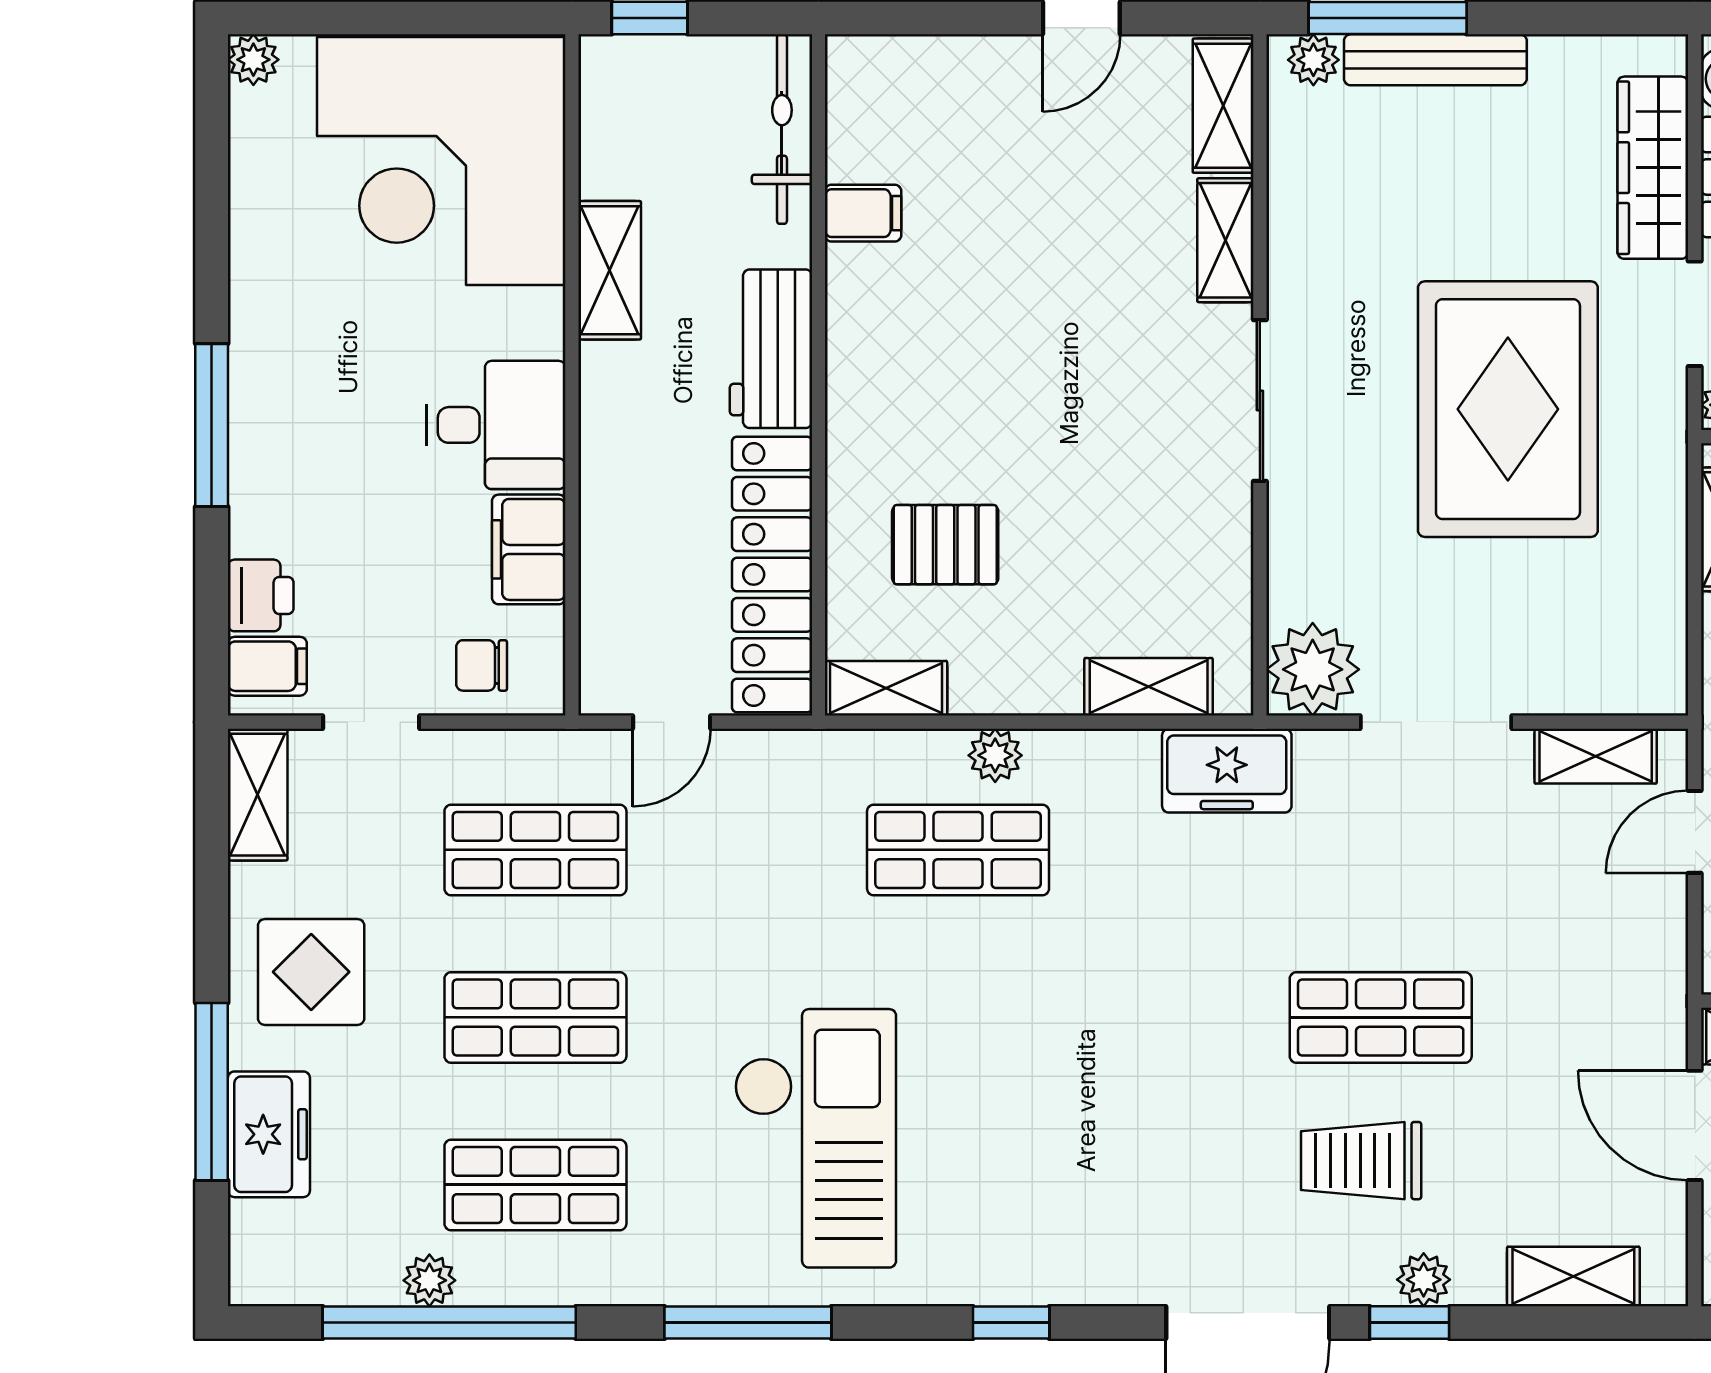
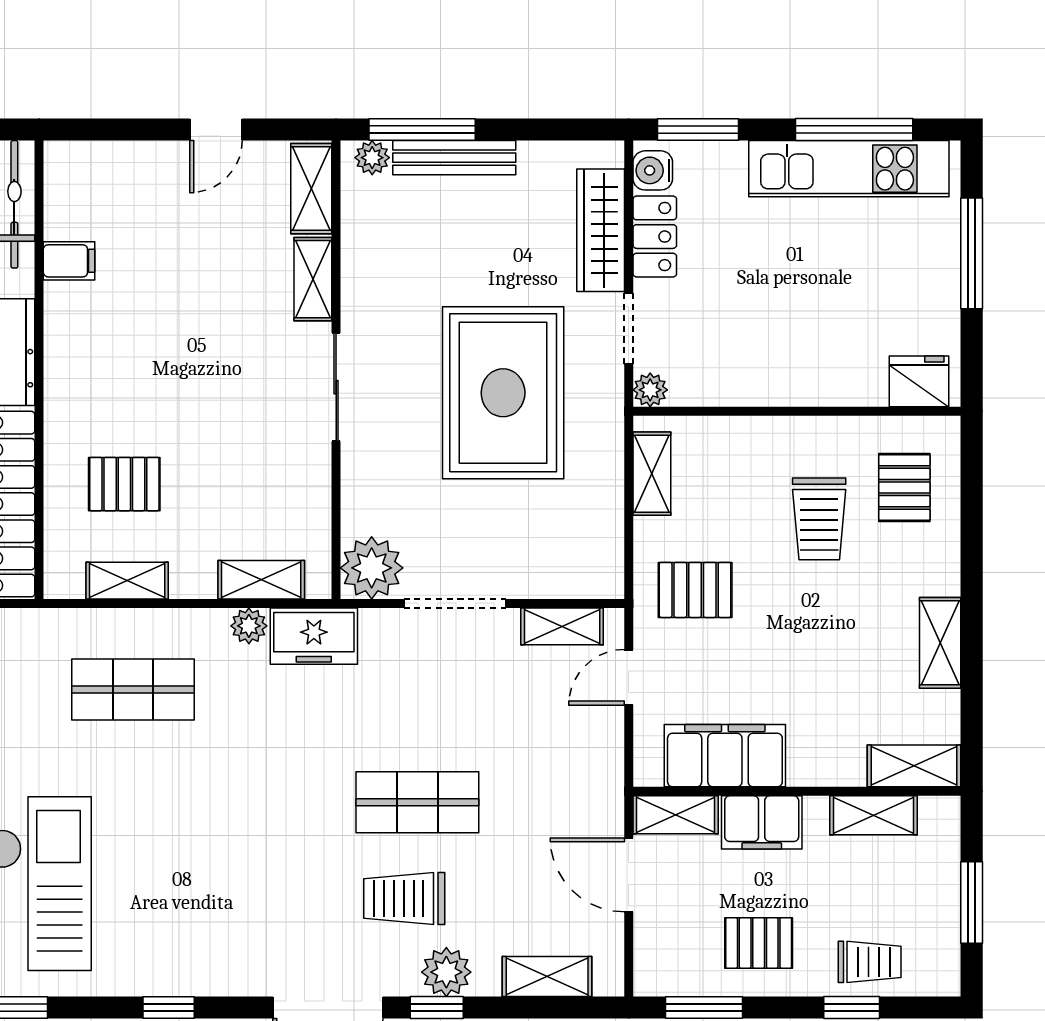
shelving: (886, 688) -> (127, 581), moved
plant: (995, 755) -> (249, 626), moved
plant: (1424, 1280) -> (446, 972), width x1.38, depth x1.38

